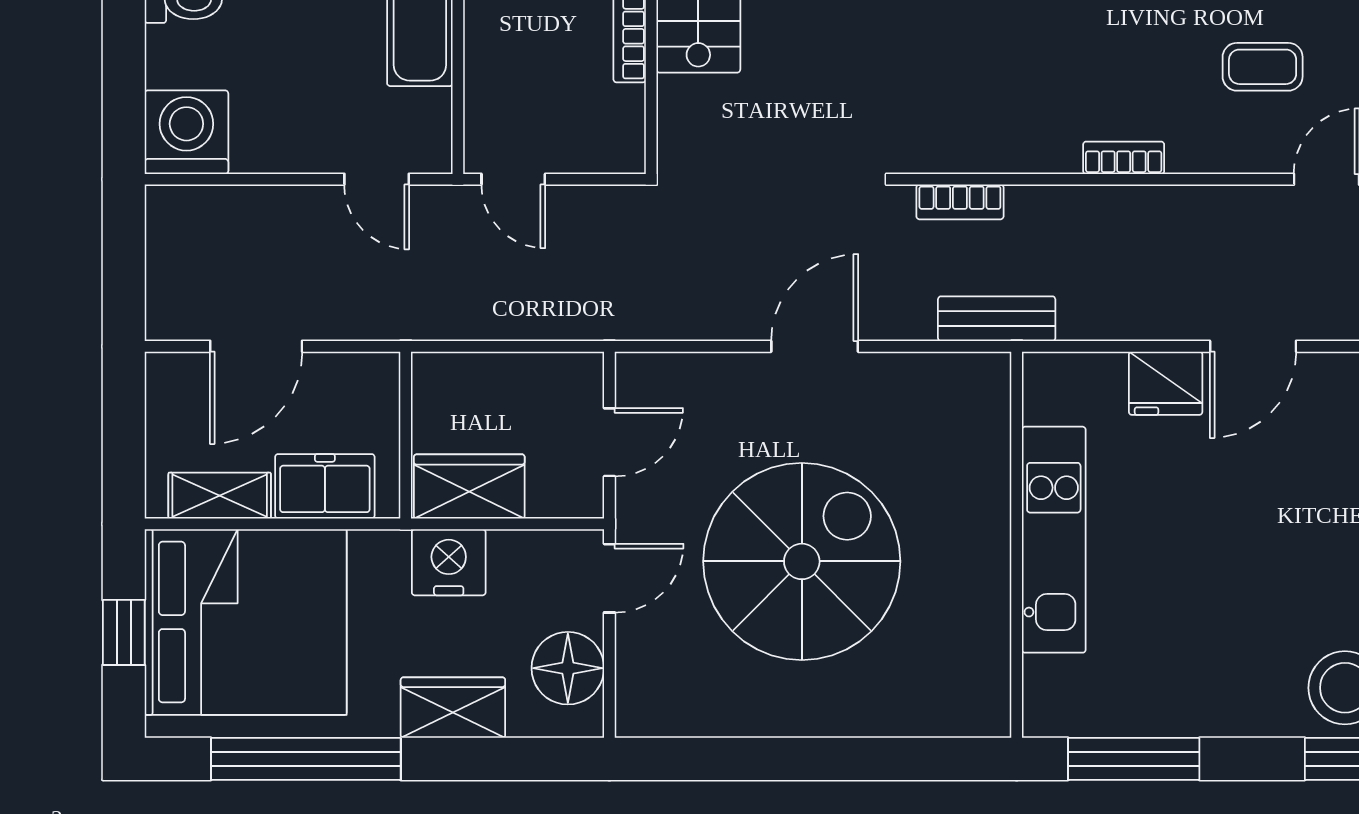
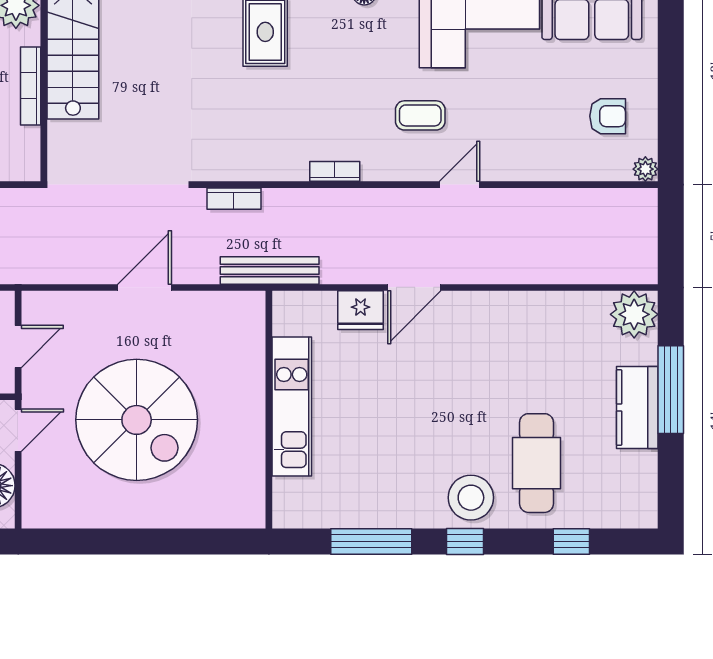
bench: (997, 319) -> (270, 270), width x1.36
spiral stairs: (802, 561) -> (137, 420), turned 90
window: (1134, 759) -> (371, 541), moved

